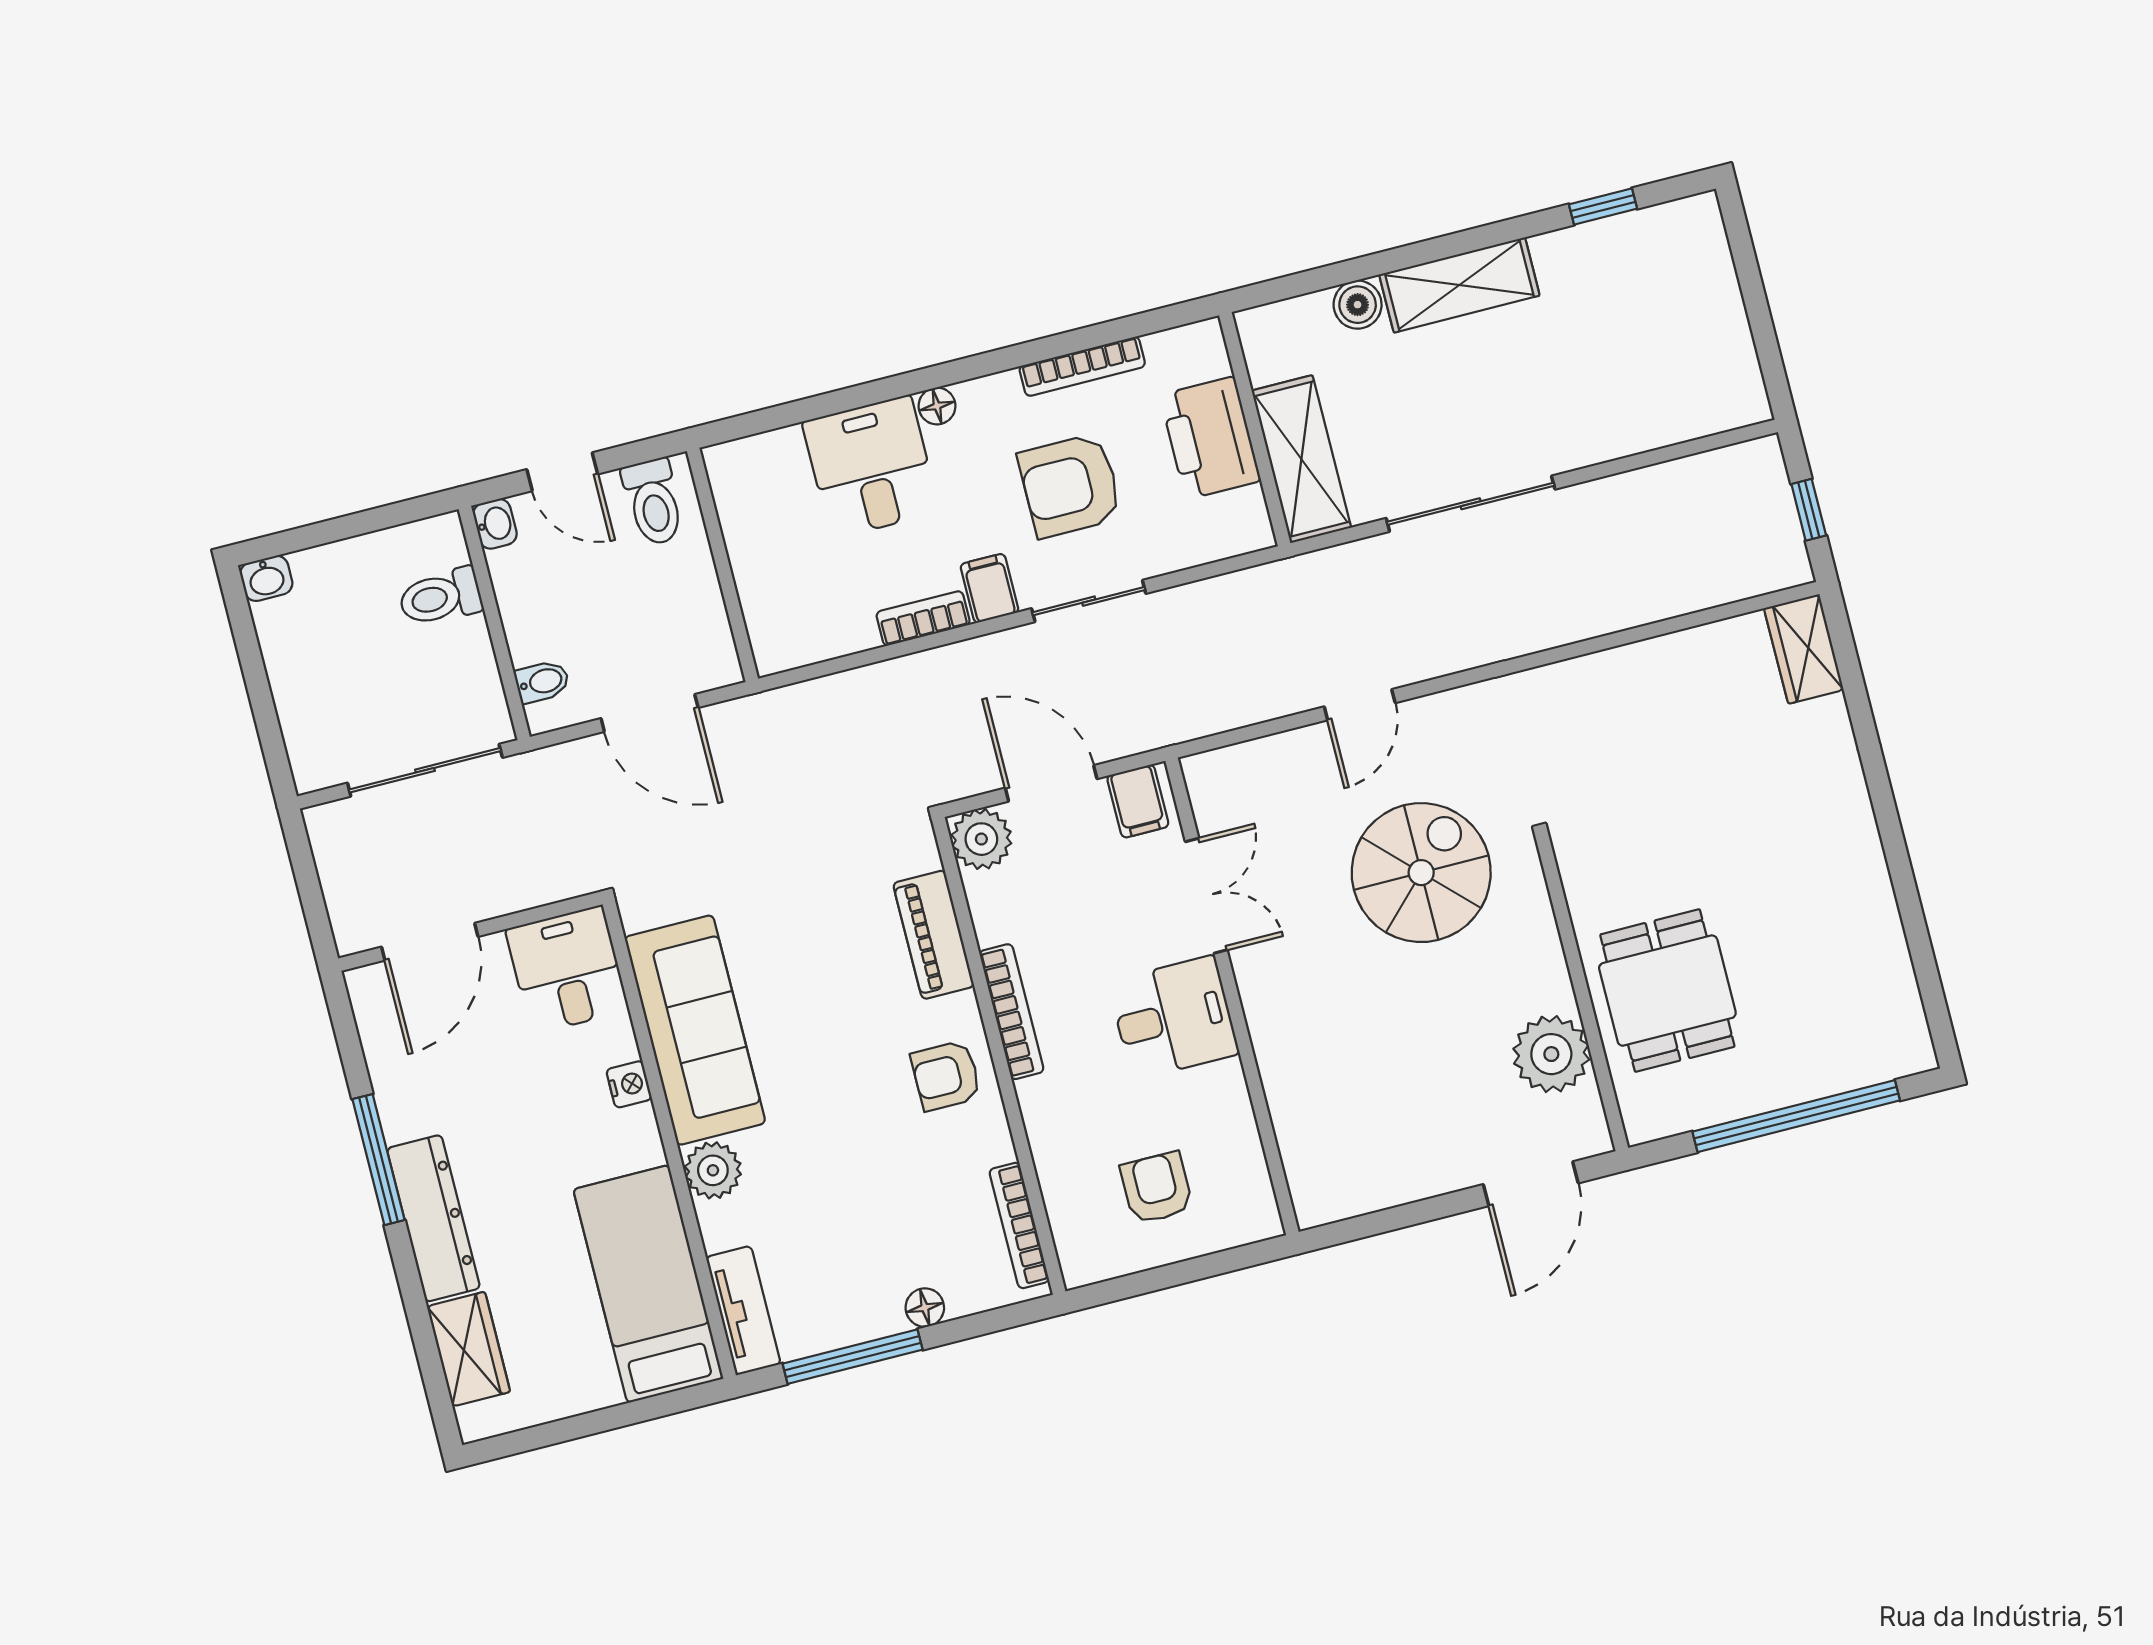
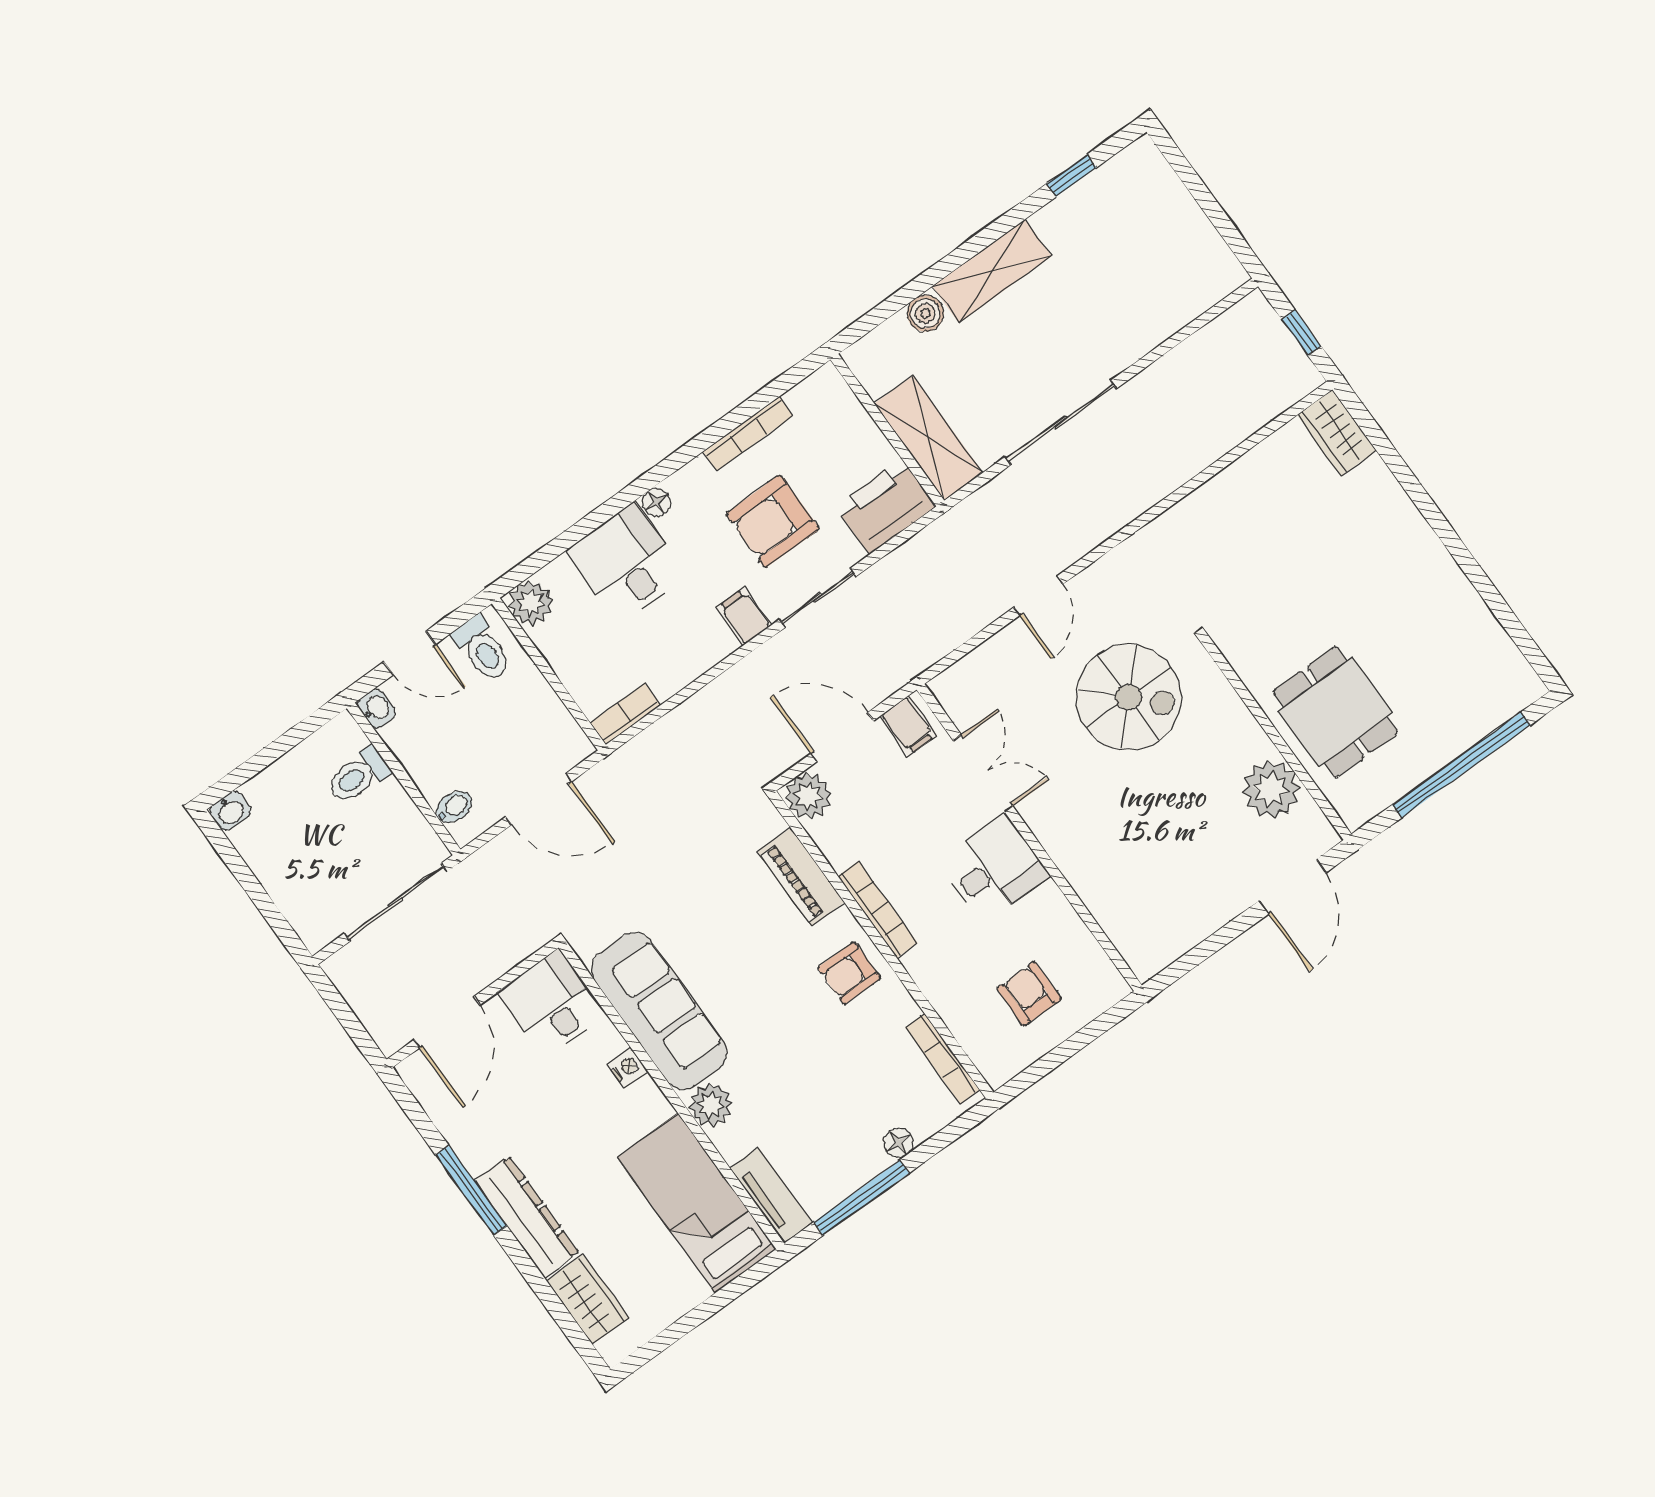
printer: (1210, 438) -> (886, 506), moved, turned 90
plant: (735, 469) -> (531, 603), added
bookcase: (923, 618) -> (625, 714), moved
spiral stairs: (1421, 873) -> (1128, 697), turned 90

